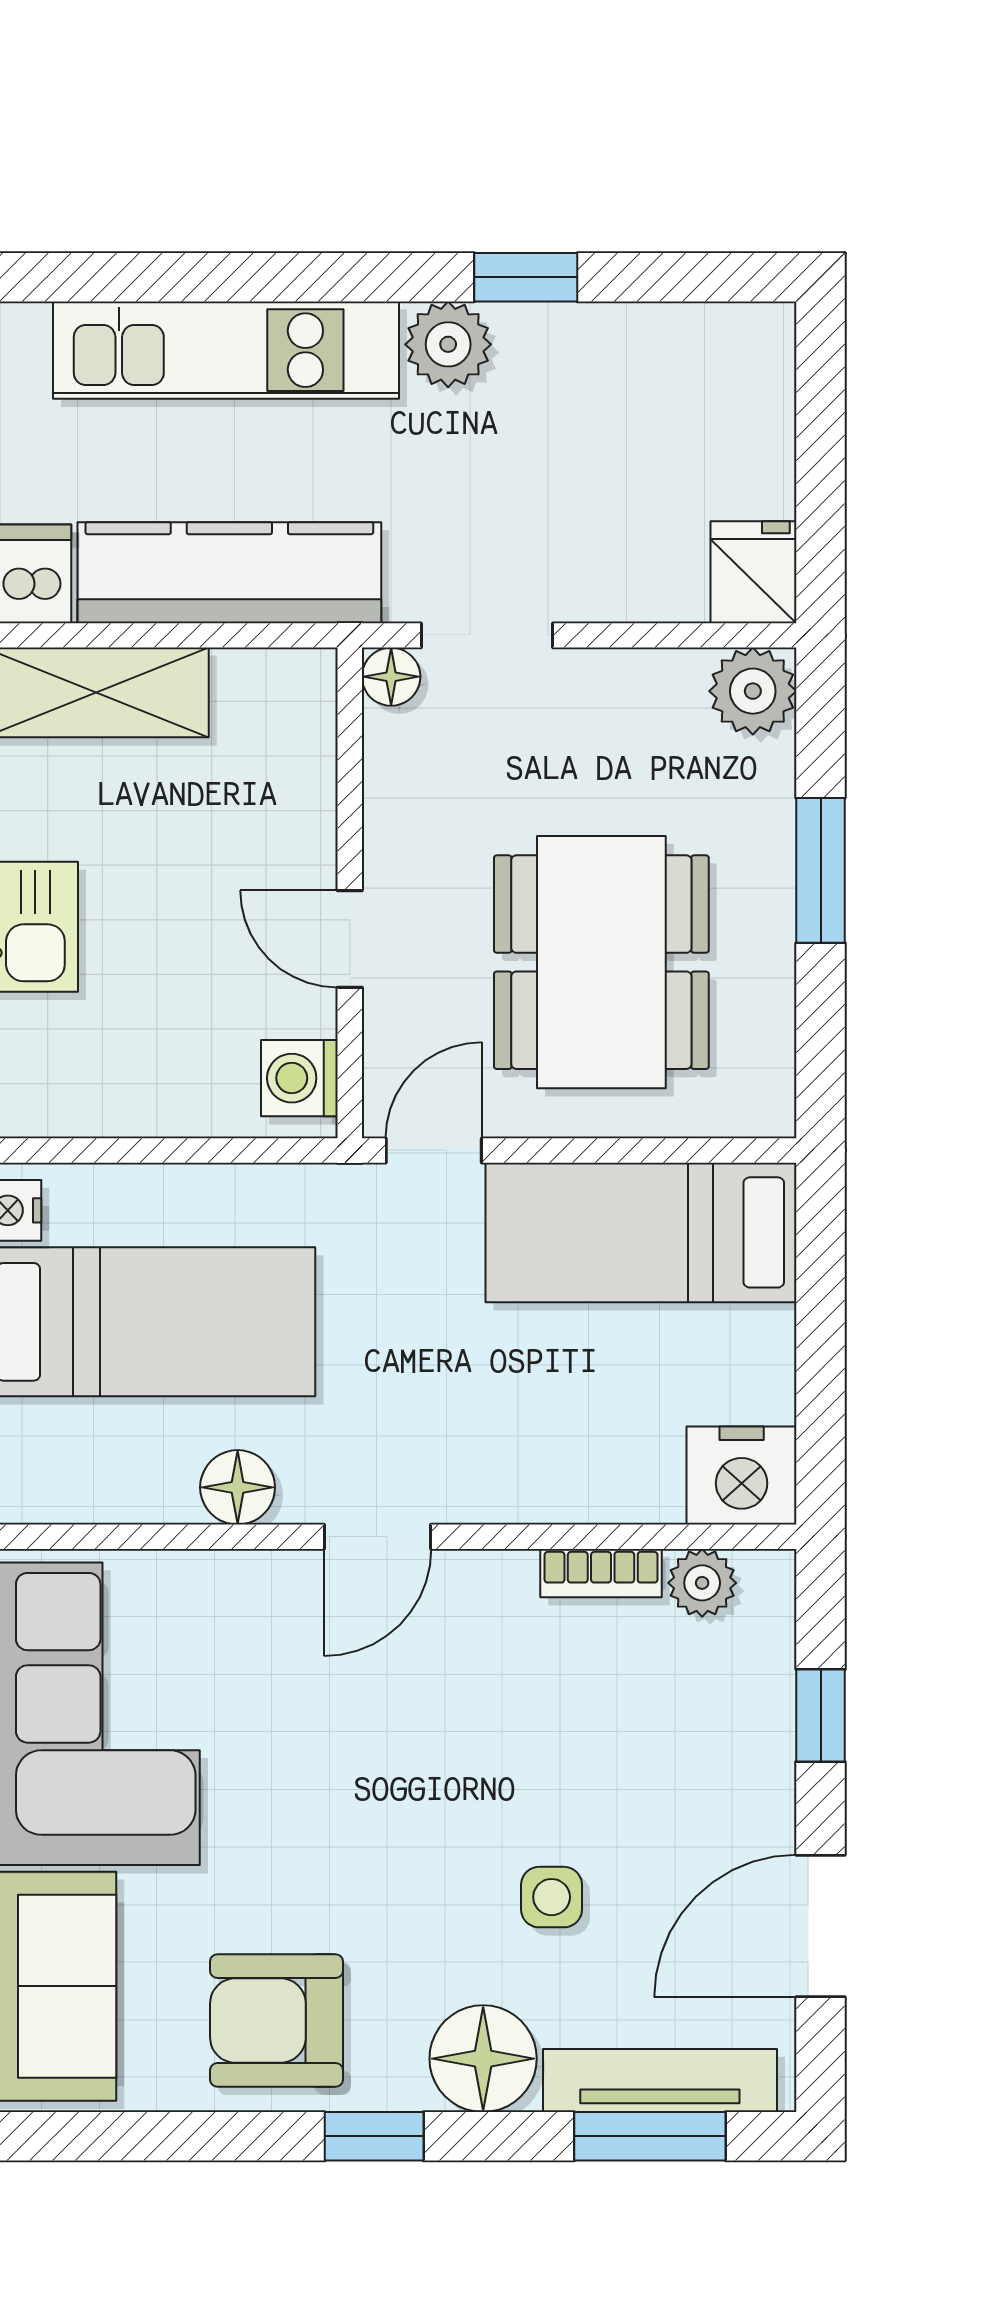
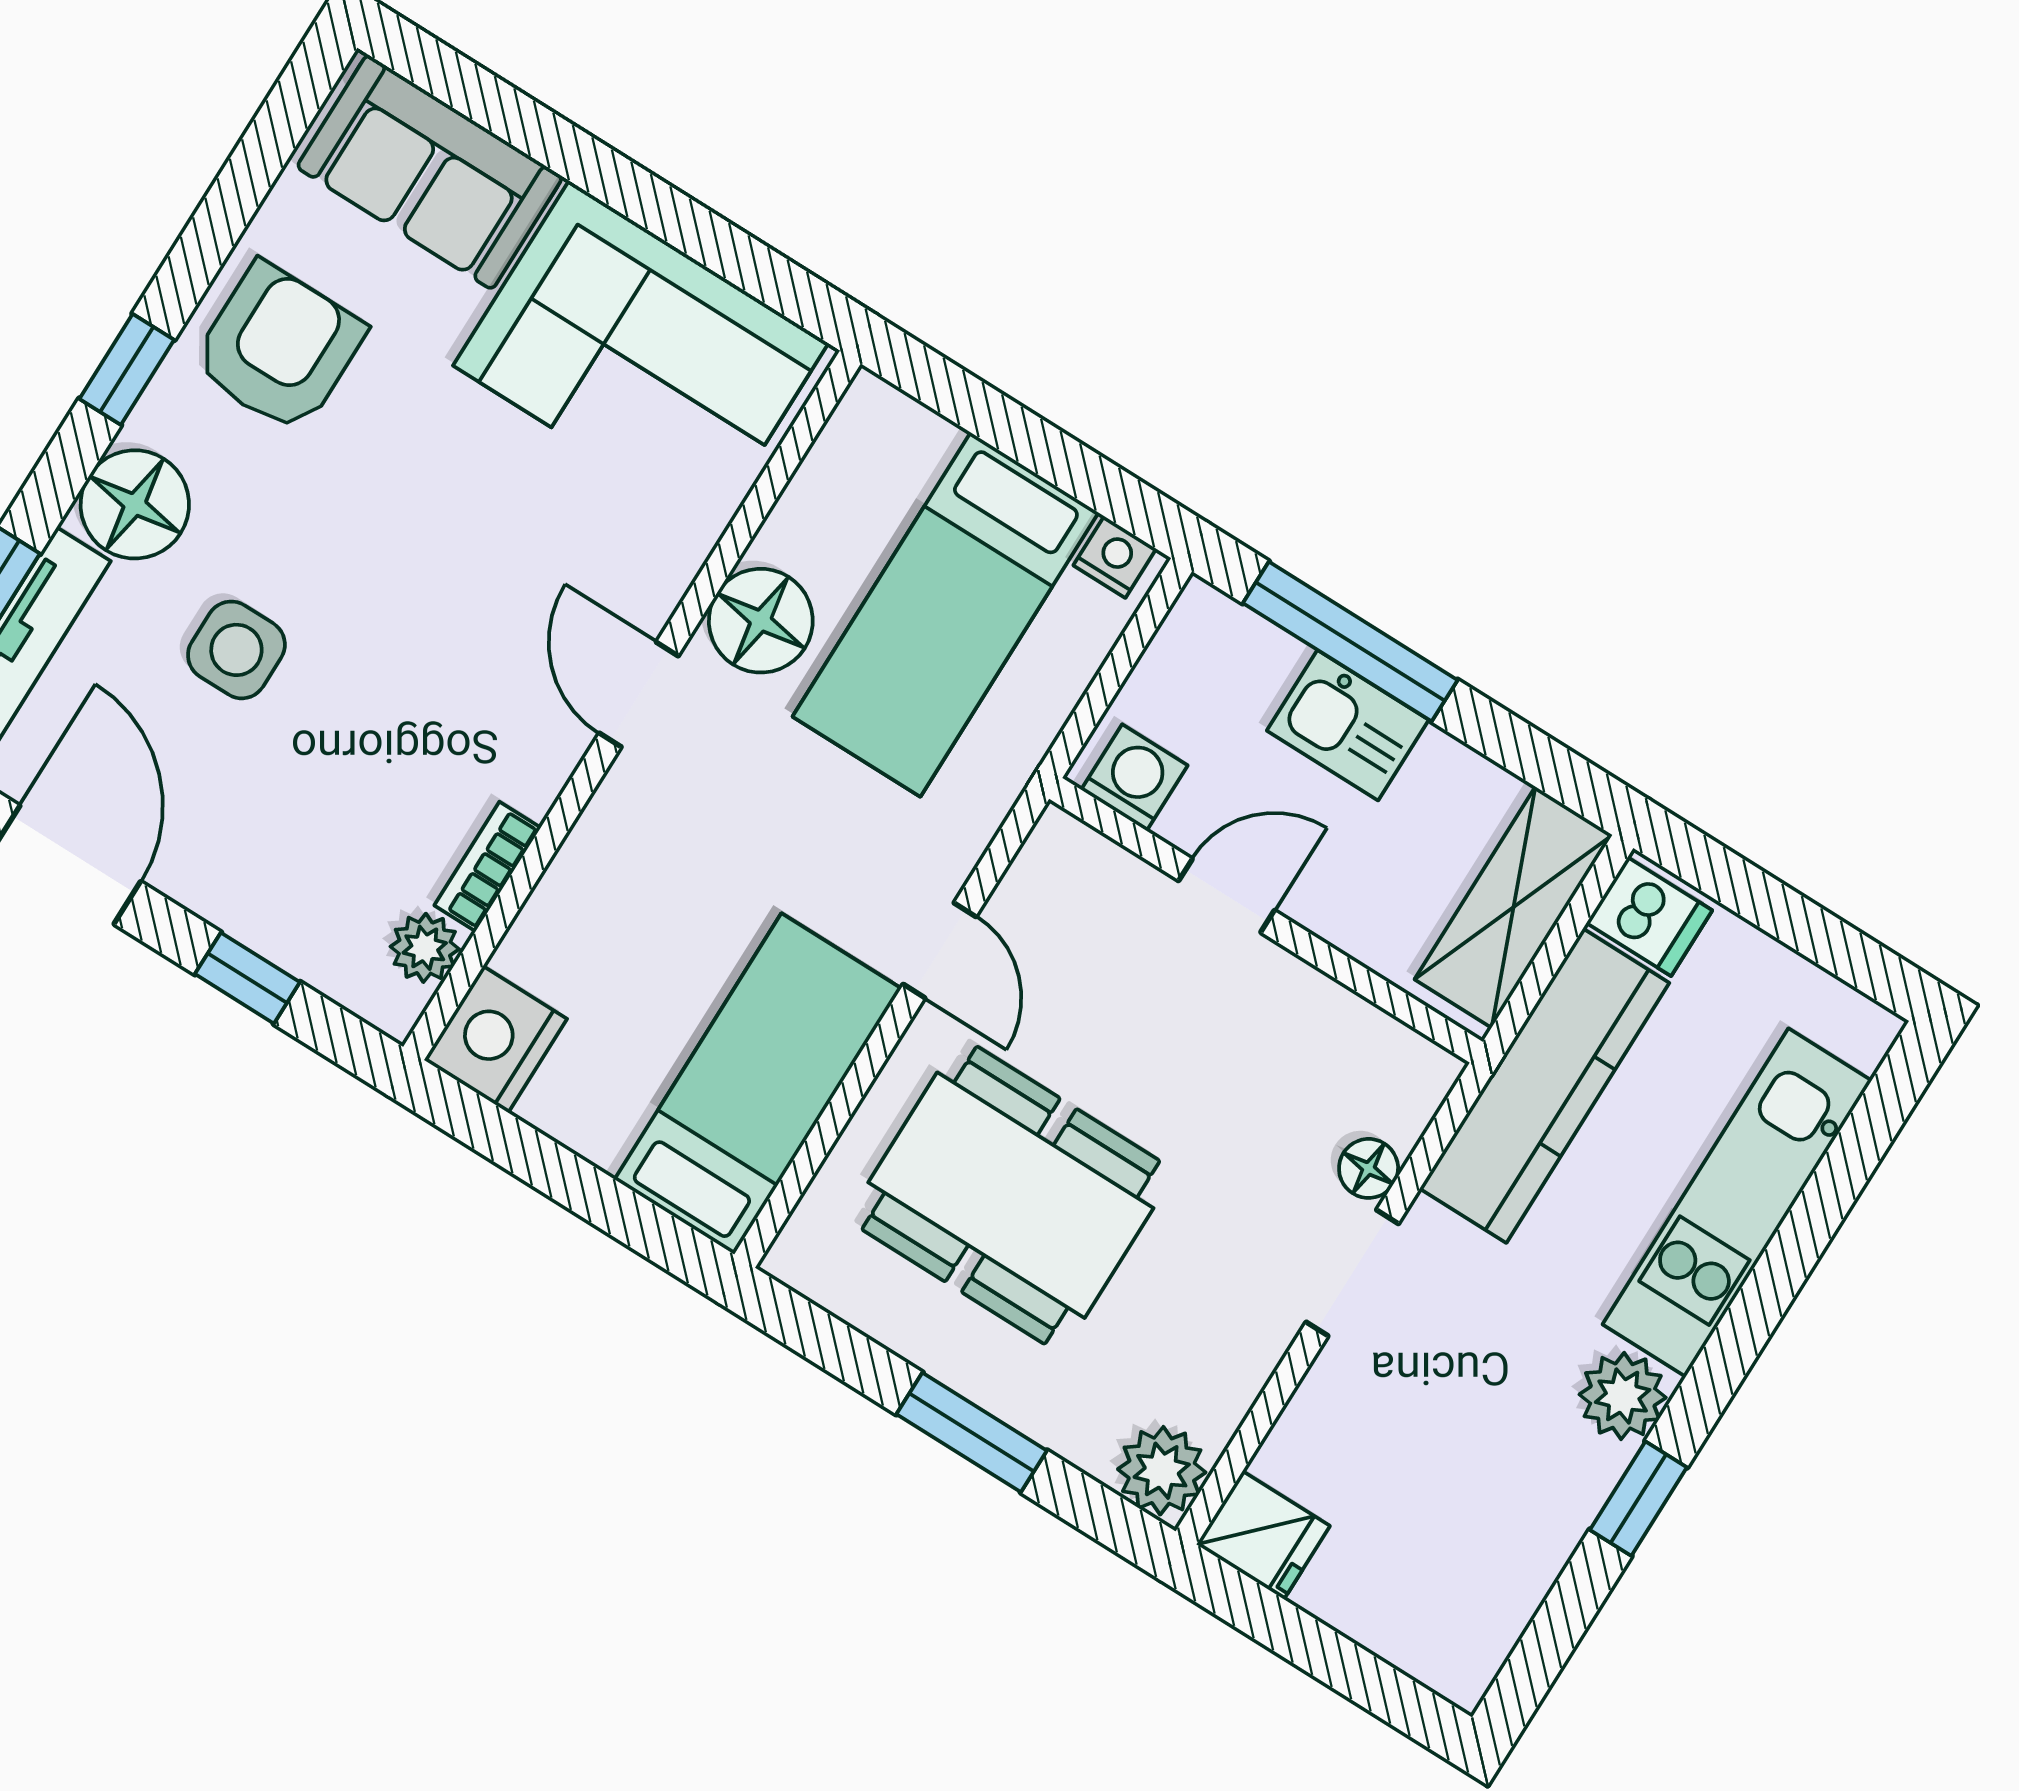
wall: (350, 893) -> (1266, 920), moved
door: (350, 939) -> (1227, 896), moved
washing machine: (299, 1078) -> (1134, 778), moved
floor lamp: (238, 1487) -> (761, 621), width x1.38, depth x1.38
side table: (552, 1897) -> (236, 650), width x1.37, depth x1.37

